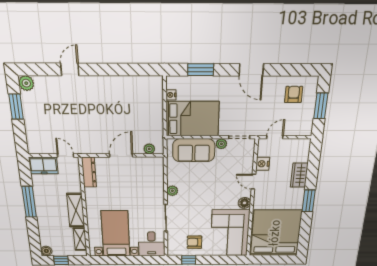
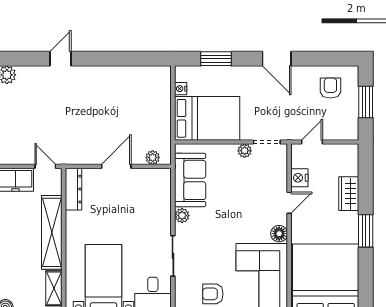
sofa: (194, 150) -> (190, 180), moved, turned -90
door: (253, 182) -> (289, 203), swing flipped
shelving: (76, 210) -> (52, 232), width x1.47

